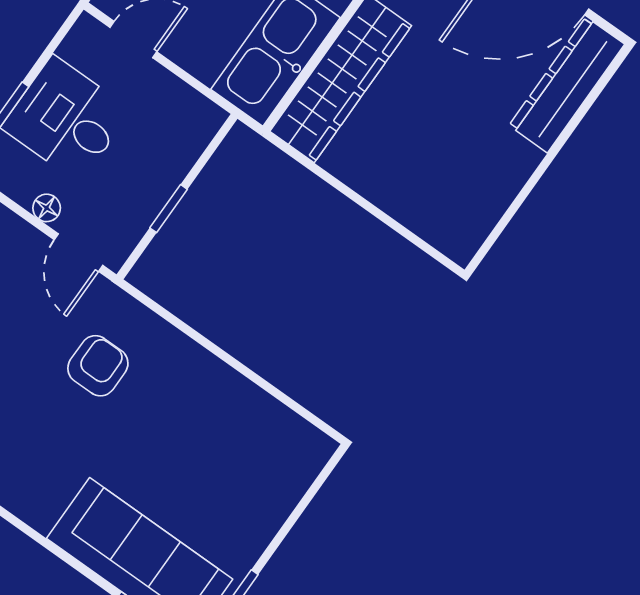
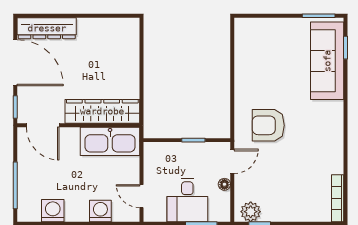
armchair: (98, 366) -> (268, 125), width x1.38, depth x1.38

